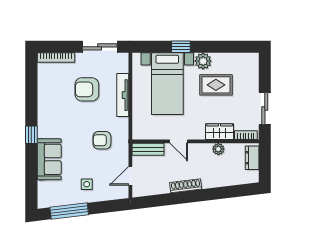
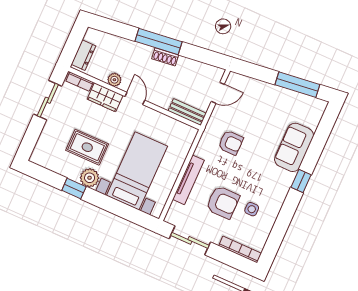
window: (181, 47) -> (74, 189), moved
door: (179, 141) -> (135, 98), moved
side table: (87, 184) -> (252, 209), moved
shoe rack: (186, 186) -> (165, 57), width x0.70
window: (197, 196) -> (158, 41), added

